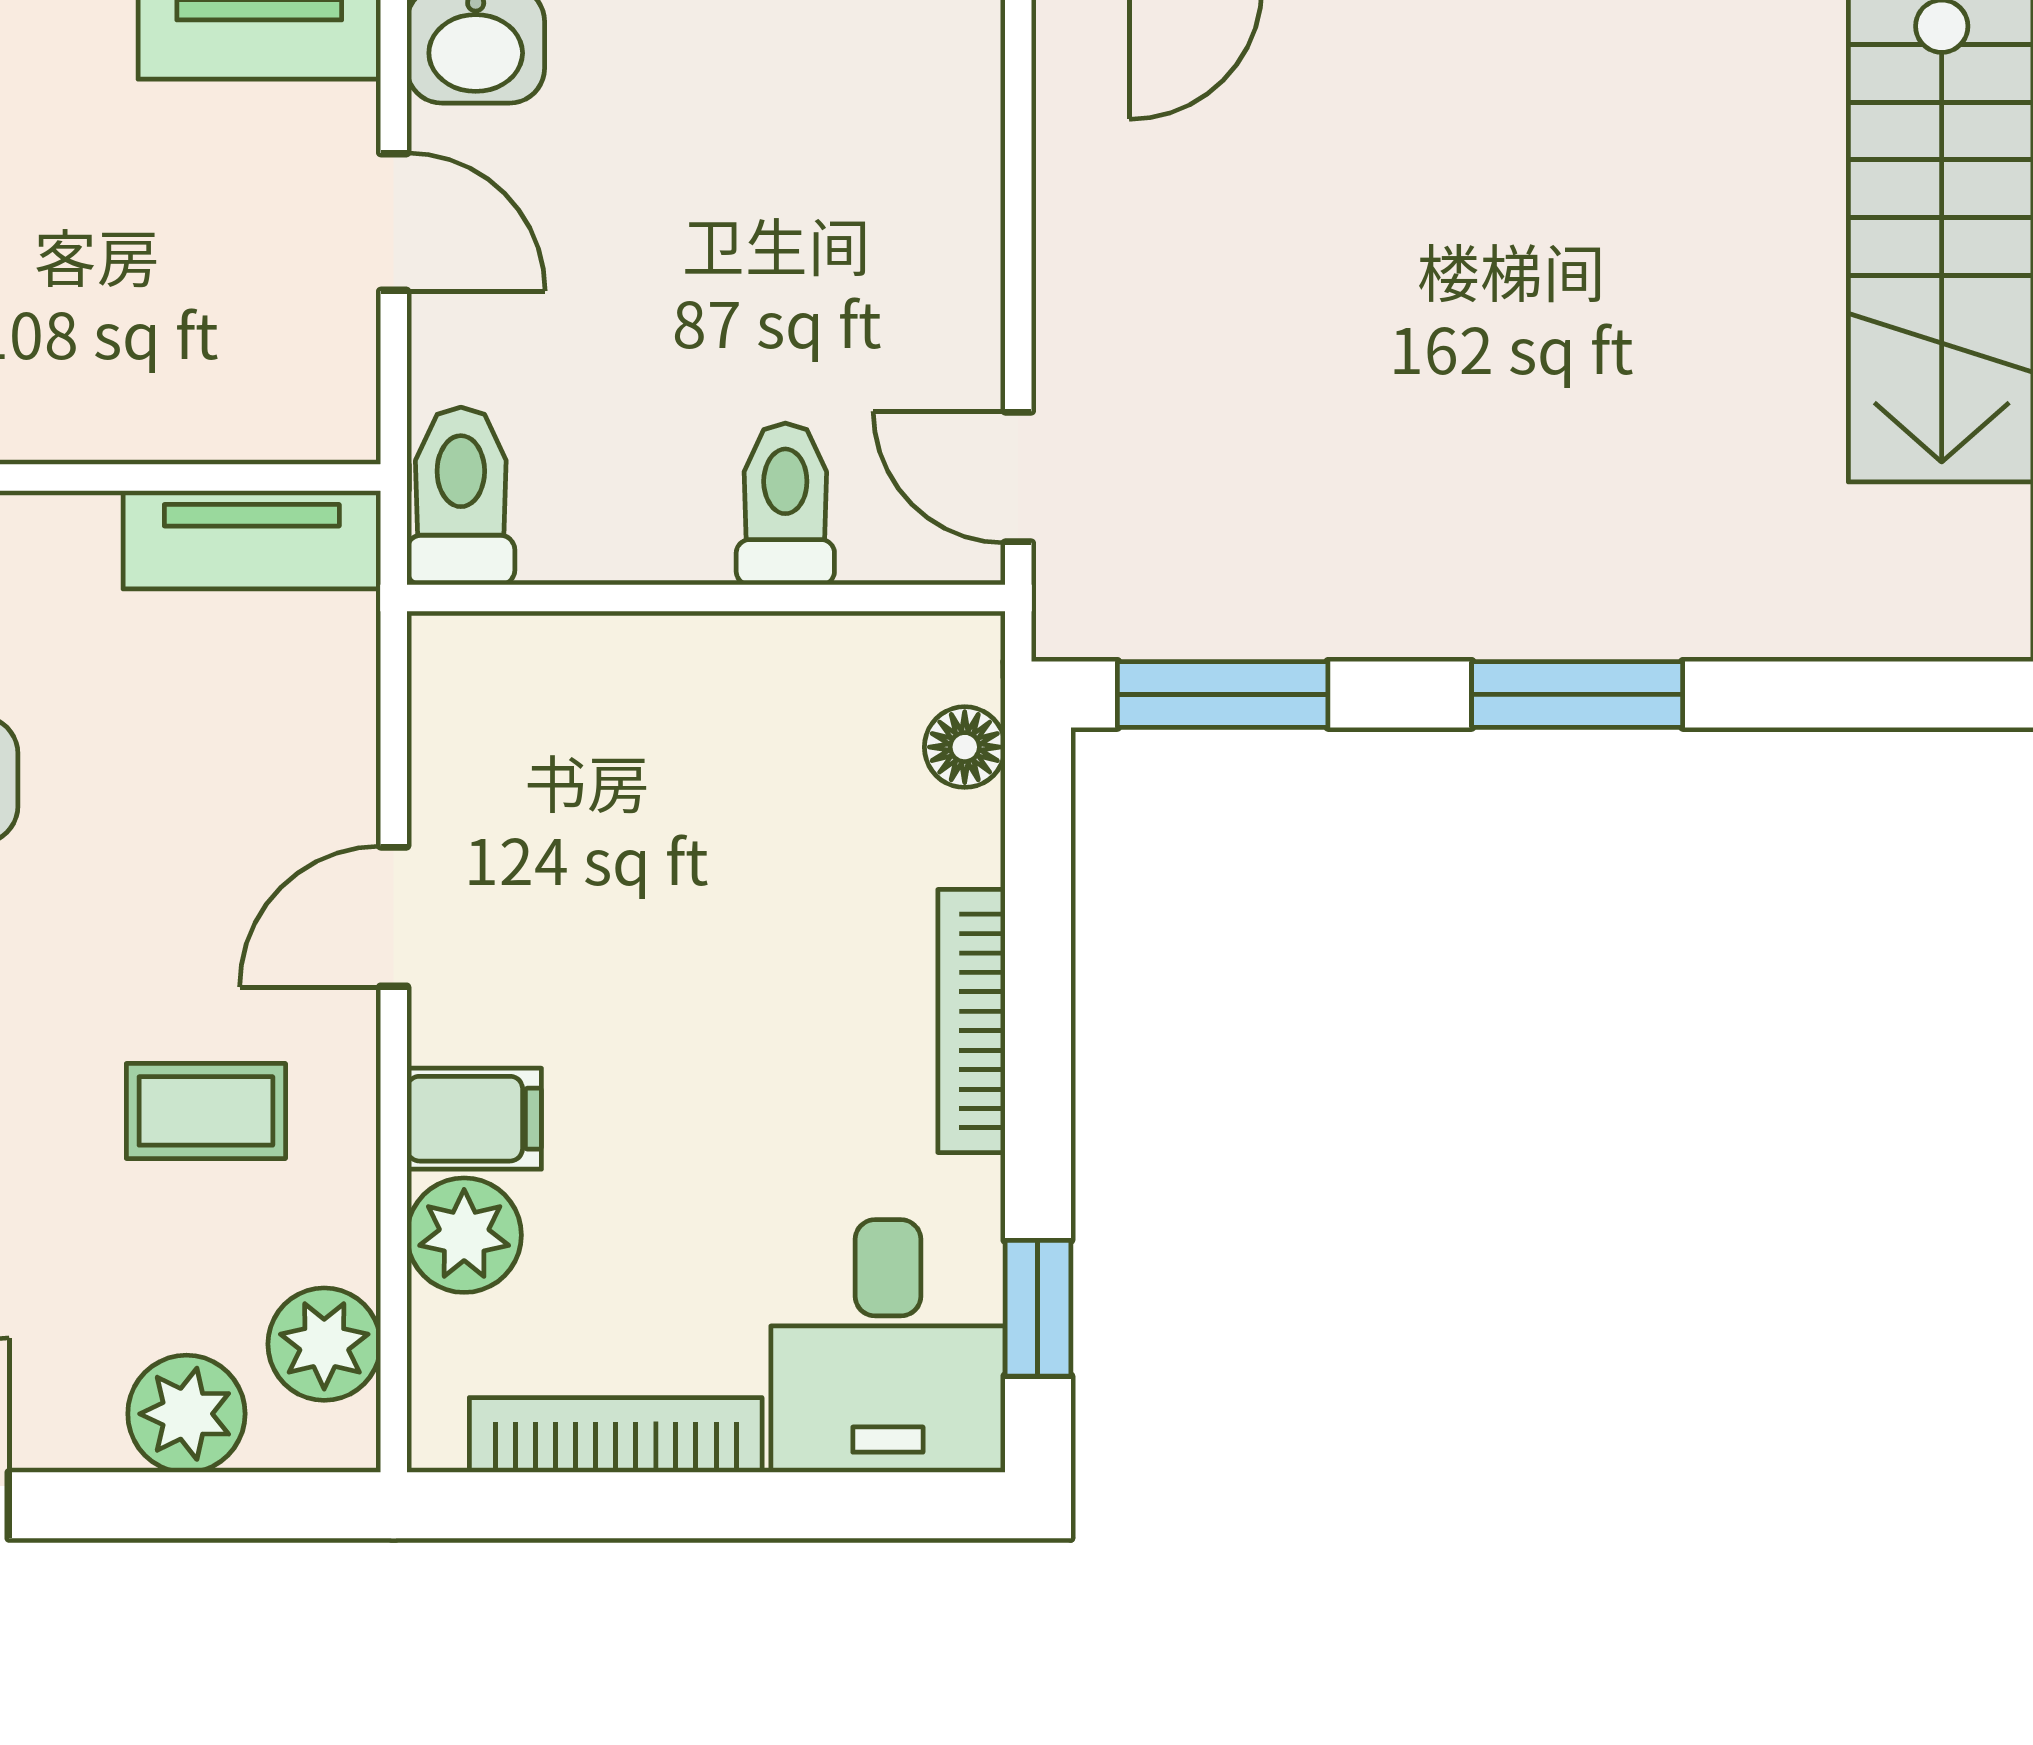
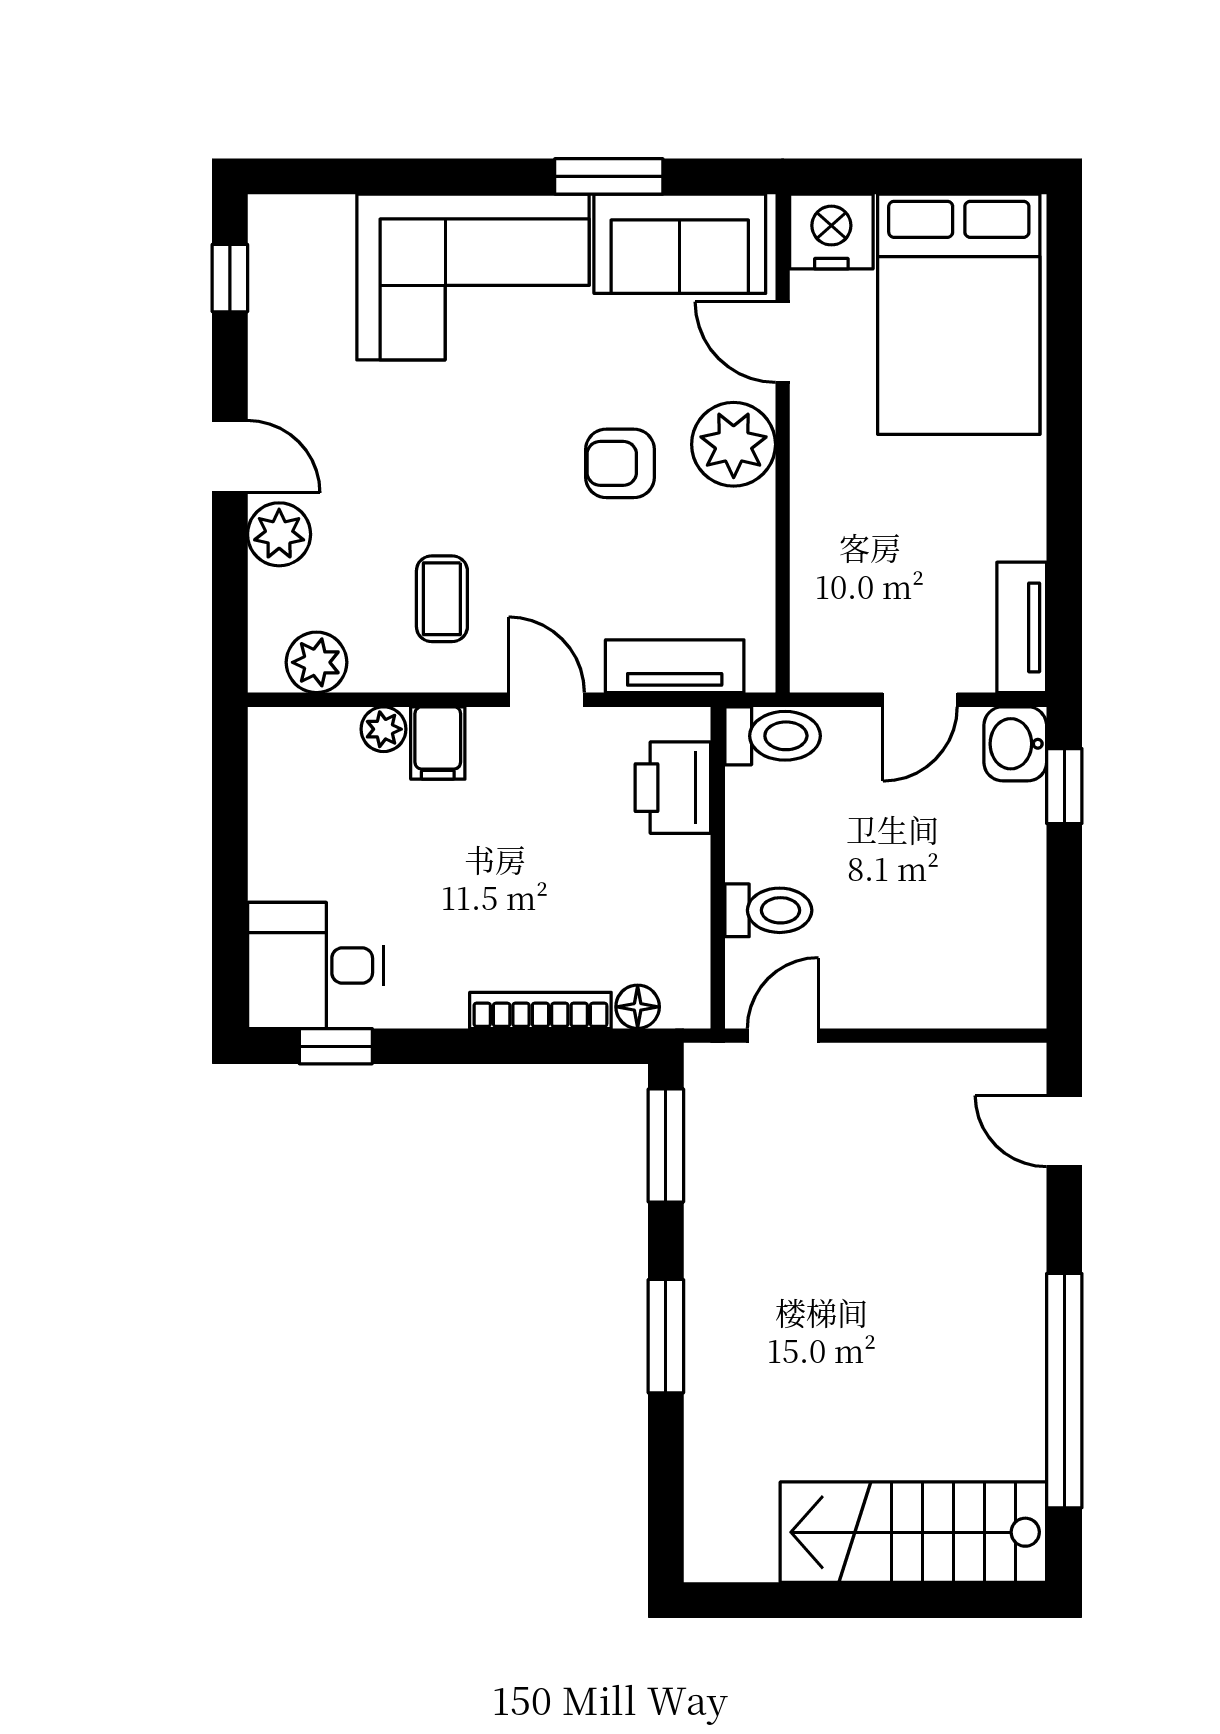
tv unit: (252, 540) -> (675, 666), moved, turned 90
printer: (557, 681) -> (673, 788), added
bookcase: (971, 1021) -> (540, 1010), moved
plant: (464, 1235) -> (384, 729), width x0.73, depth x0.73
plant: (186, 1414) -> (279, 534), moved
bookcase: (616, 1435) -> (268, 819), removed

